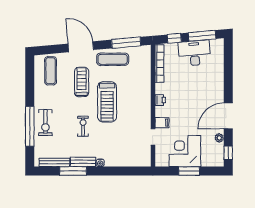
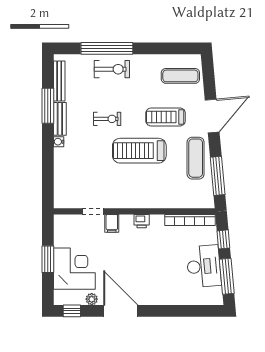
treadmill: (82, 82) -> (166, 117), turned 180
exercise bike: (45, 123) -> (112, 69), turned 180
corner desk: (185, 151) -> (74, 269), moved

